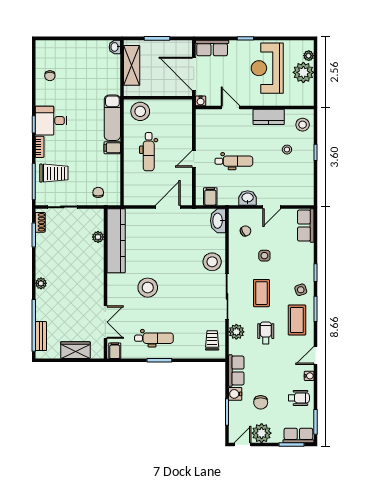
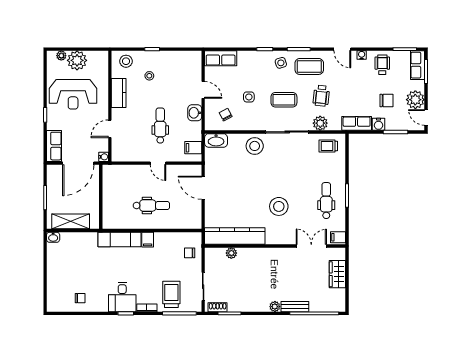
stool: (140, 111) -> (114, 213), removed
wheelchair: (266, 333) -> (321, 96), turned -84
bench: (41, 336) -> (295, 307), moved

